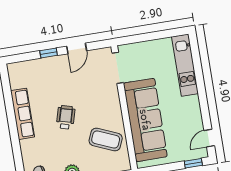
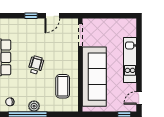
kitchen unit: (185, 65) -> (130, 60), moved
coffee table: (106, 140) -> (63, 86), turned 67

